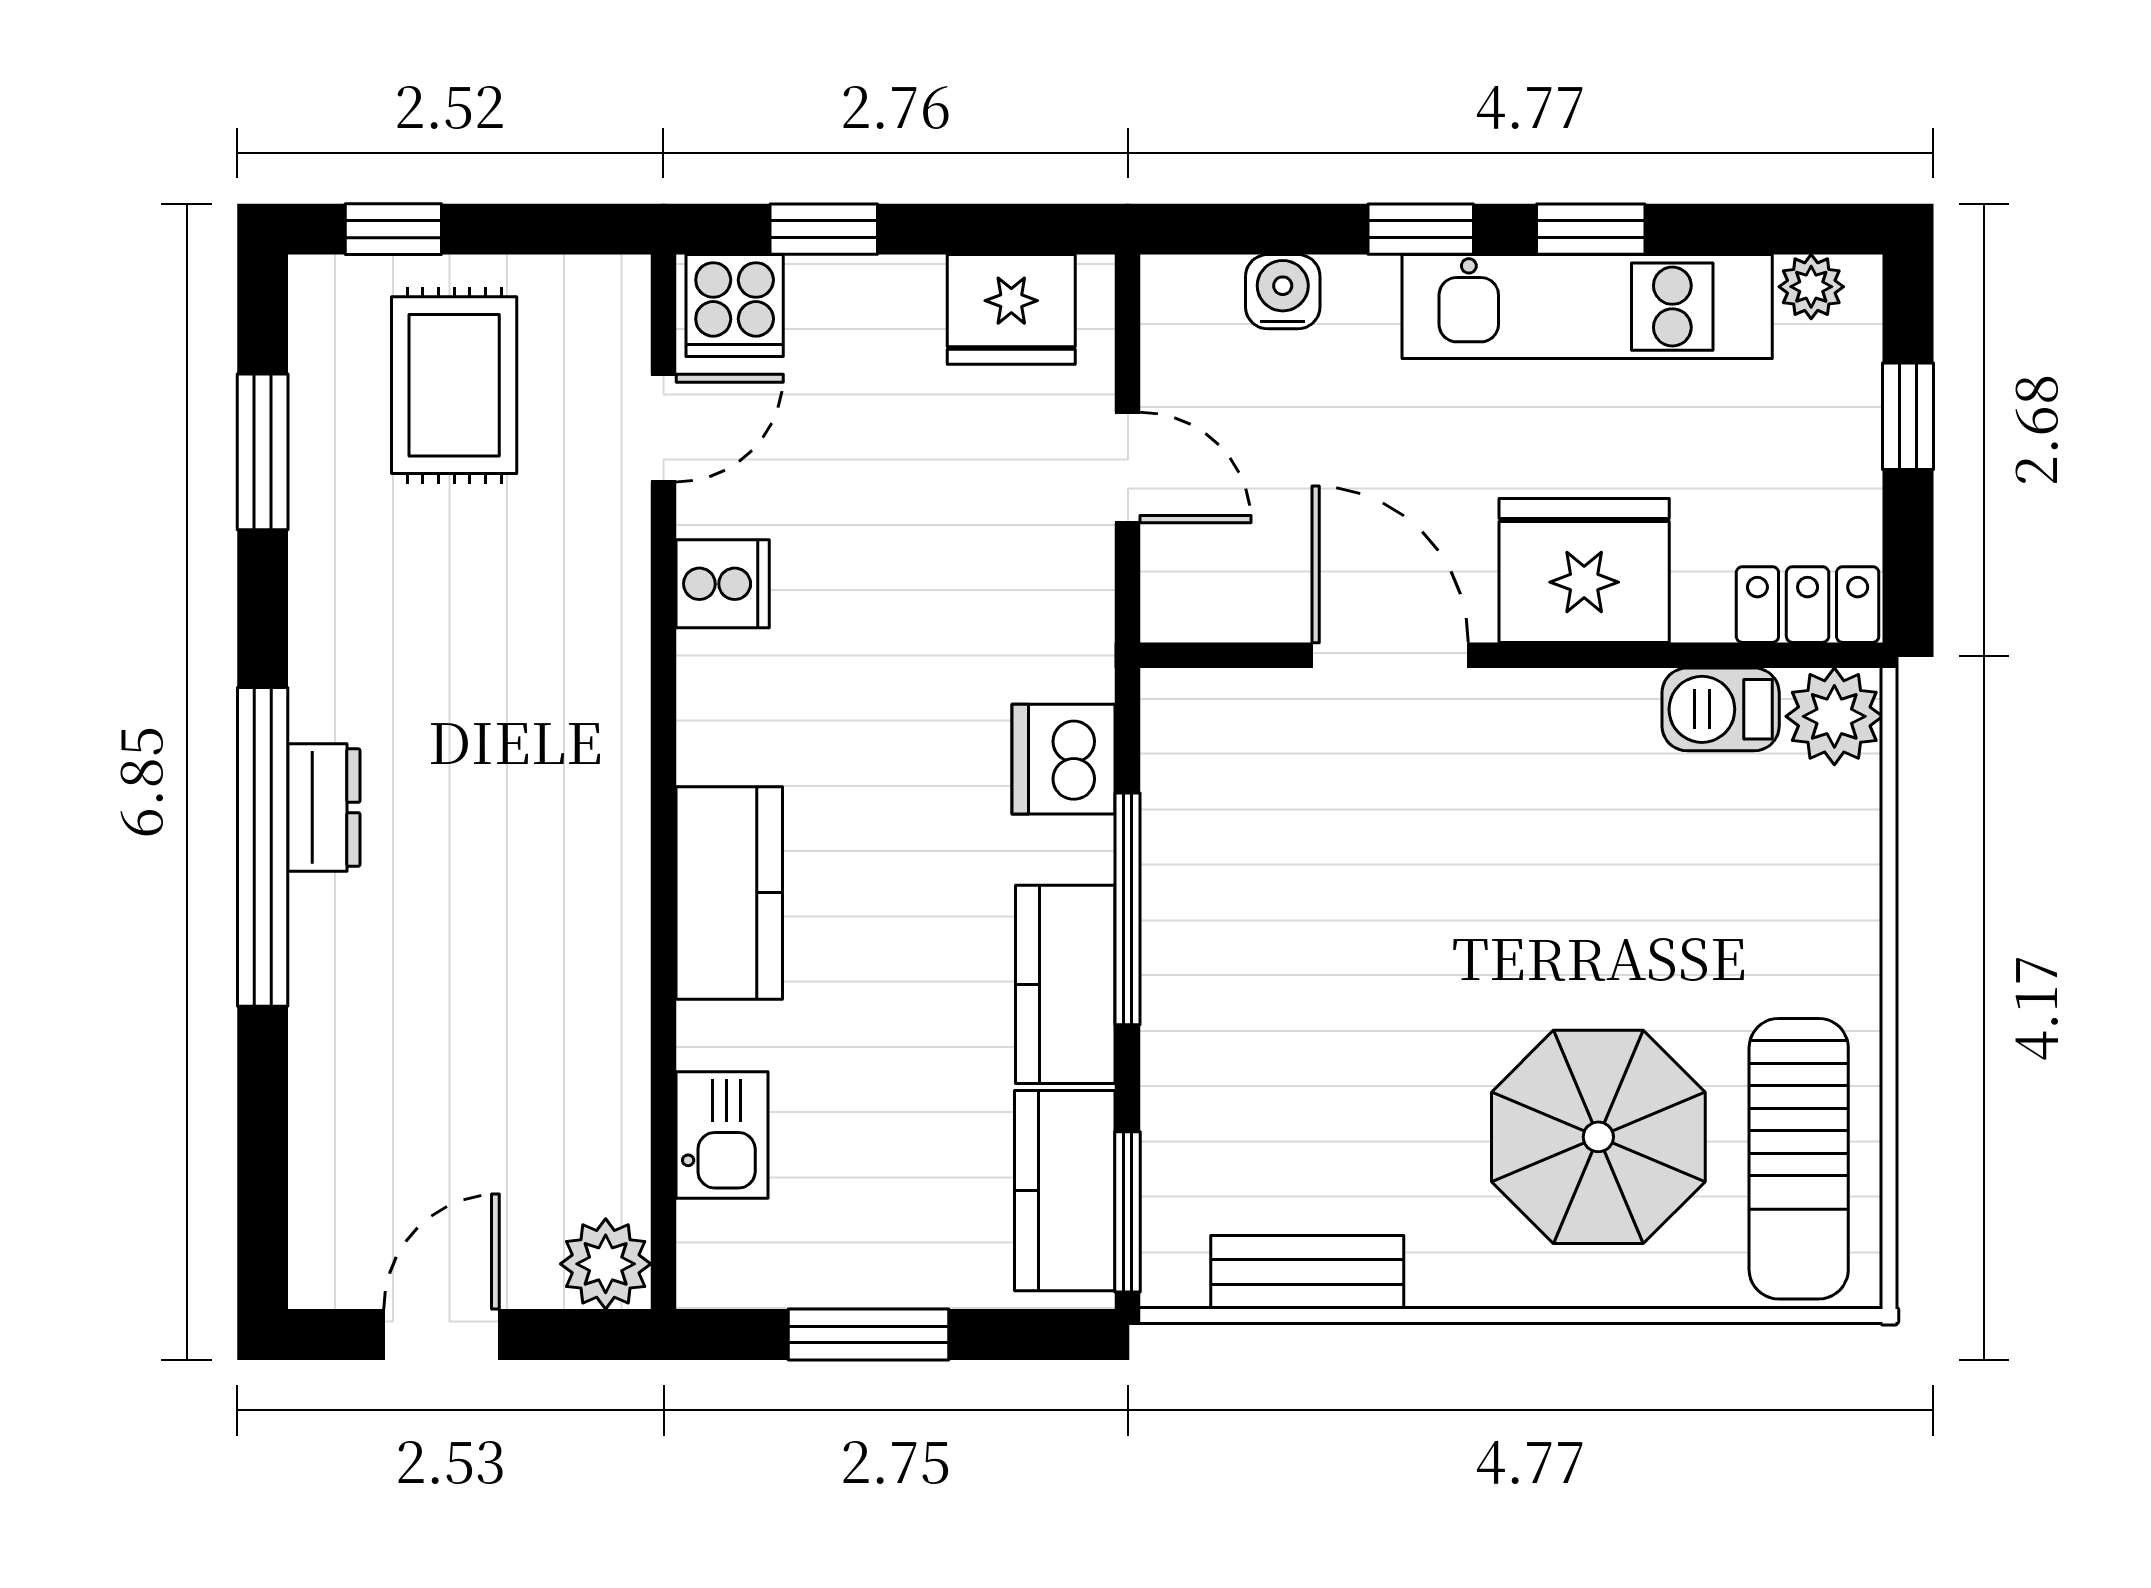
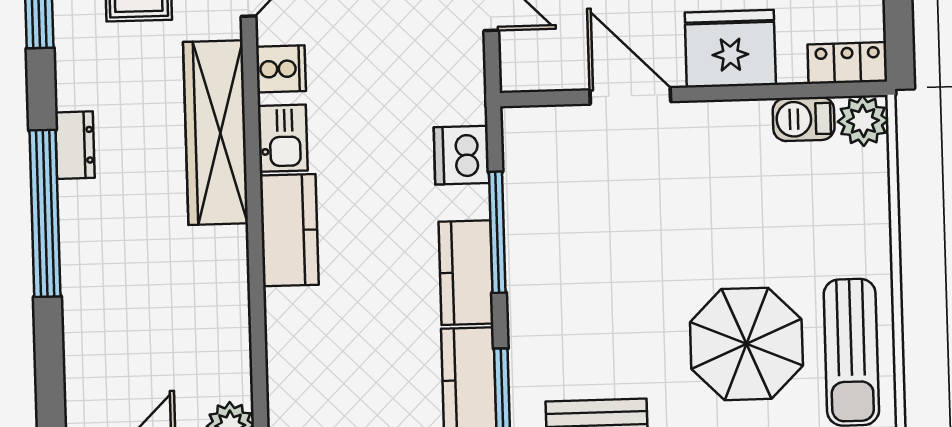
wardrobe: (594, 702) -> (216, 133), added
dresser: (324, 807) -> (75, 145), moved
kitchen sink: (722, 1135) -> (283, 138), moved

